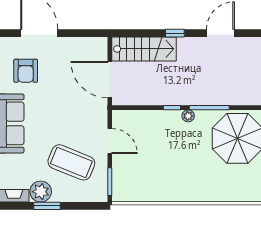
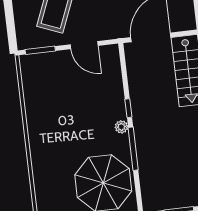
door: (110, 141) -> (84, 45), hinge flipped

